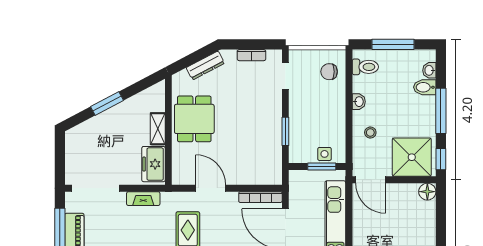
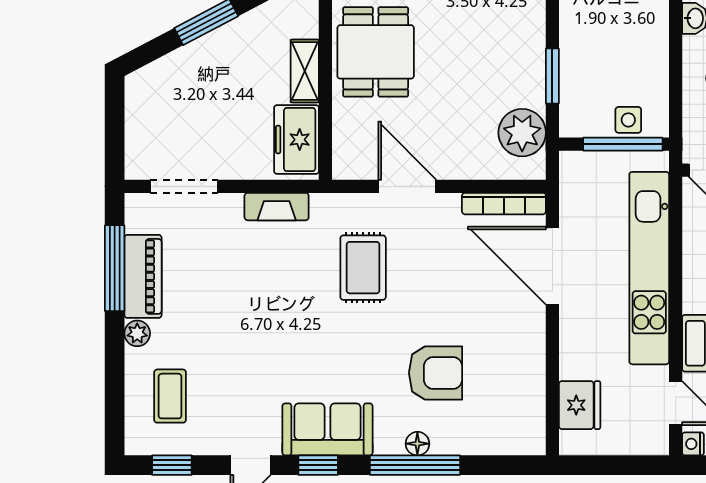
plant: (270, 161) -> (522, 133), added
window: (322, 166) -> (623, 144), width x1.44
doorway: (96, 188) -> (184, 186), width x0.73

